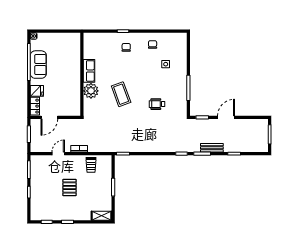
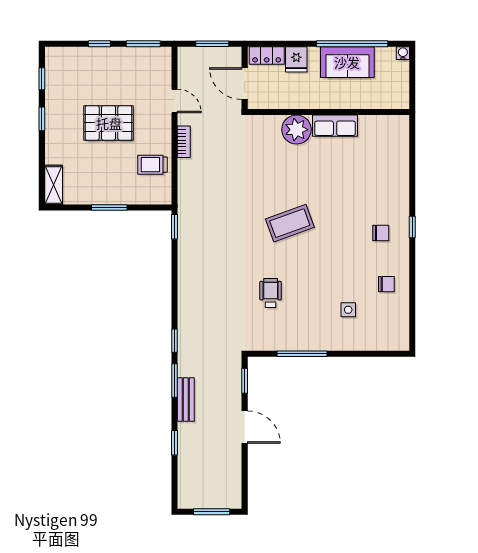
row of seats: (89, 71) -> (335, 126), moved
wall: (82, 74) -> (328, 112), moved
plant: (91, 91) -> (296, 130), moved
pallet: (70, 187) -> (109, 123), width x1.50, depth x1.42

